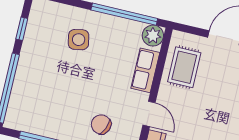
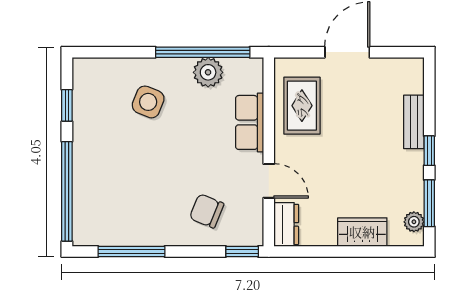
plant: (153, 36) -> (208, 72), moved
side table: (79, 40) -> (148, 102), turned 33

